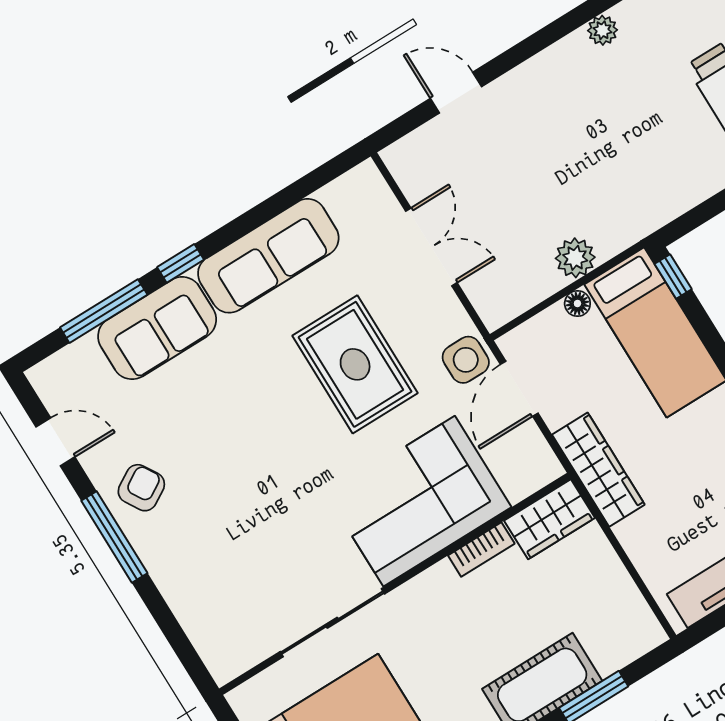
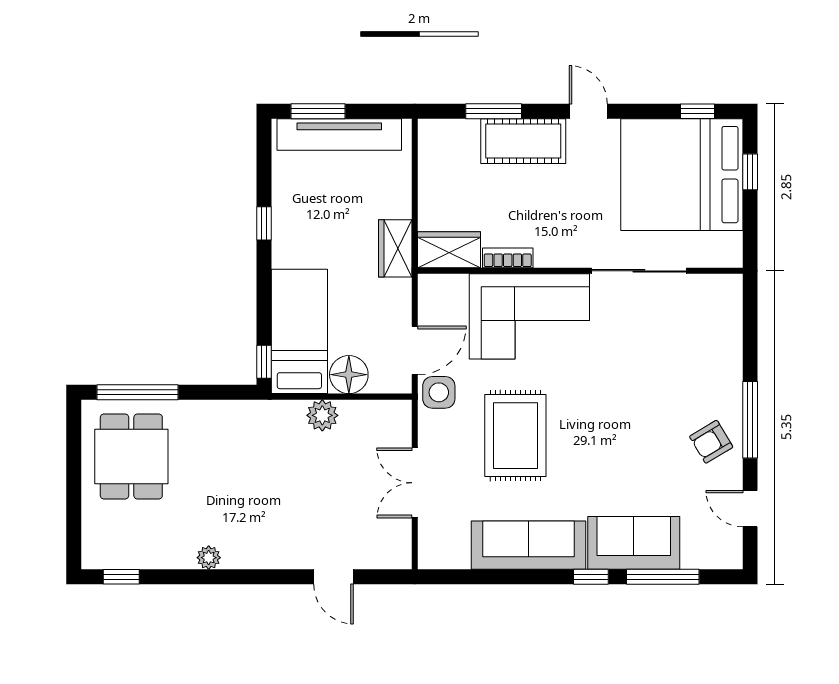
floor lamp: (577, 304) -> (349, 375), width x1.89, depth x1.89
wardrobe: (598, 470) -> (395, 248), width x0.67

